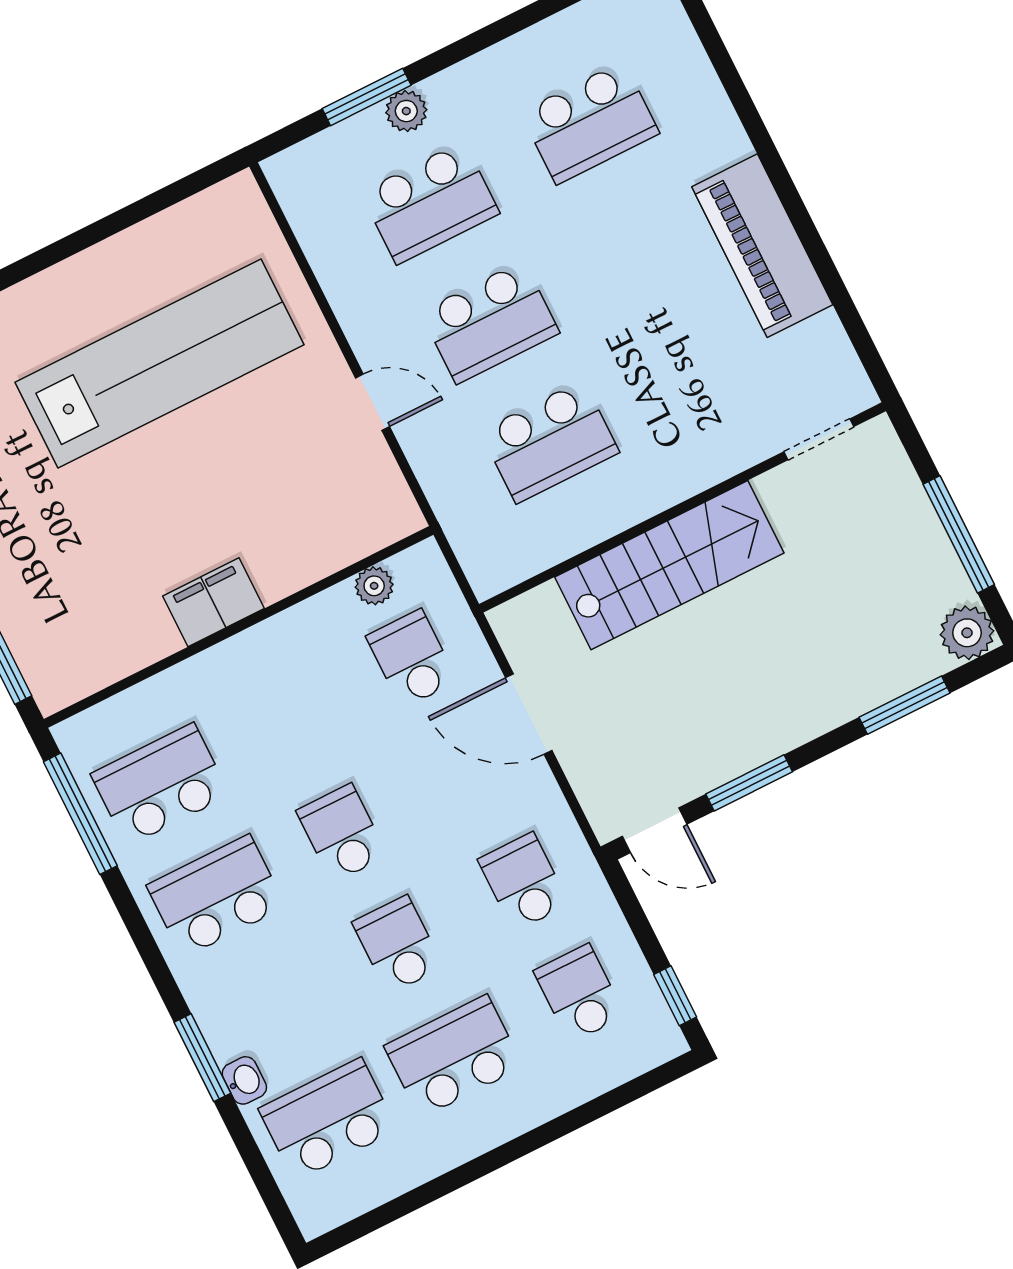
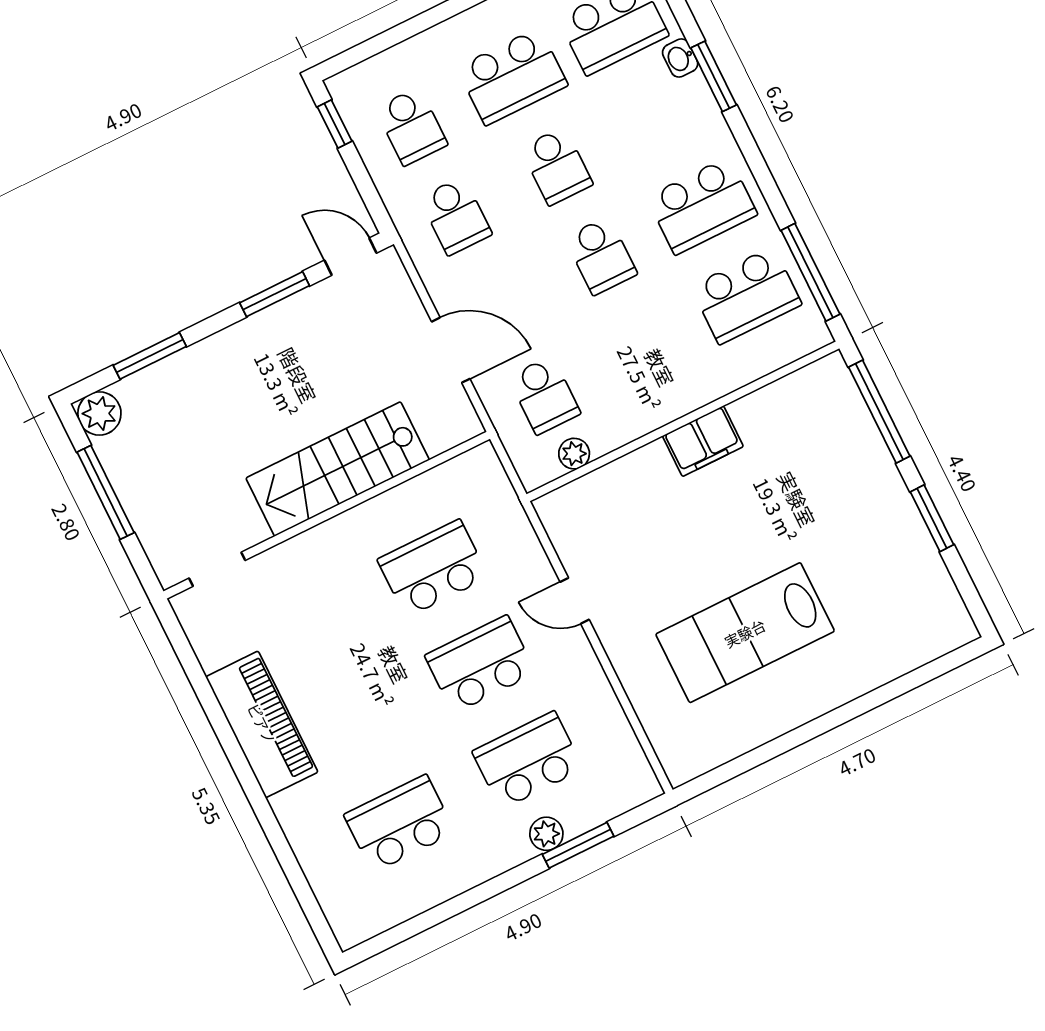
lab bench: (159, 363) -> (745, 633), width x0.73

